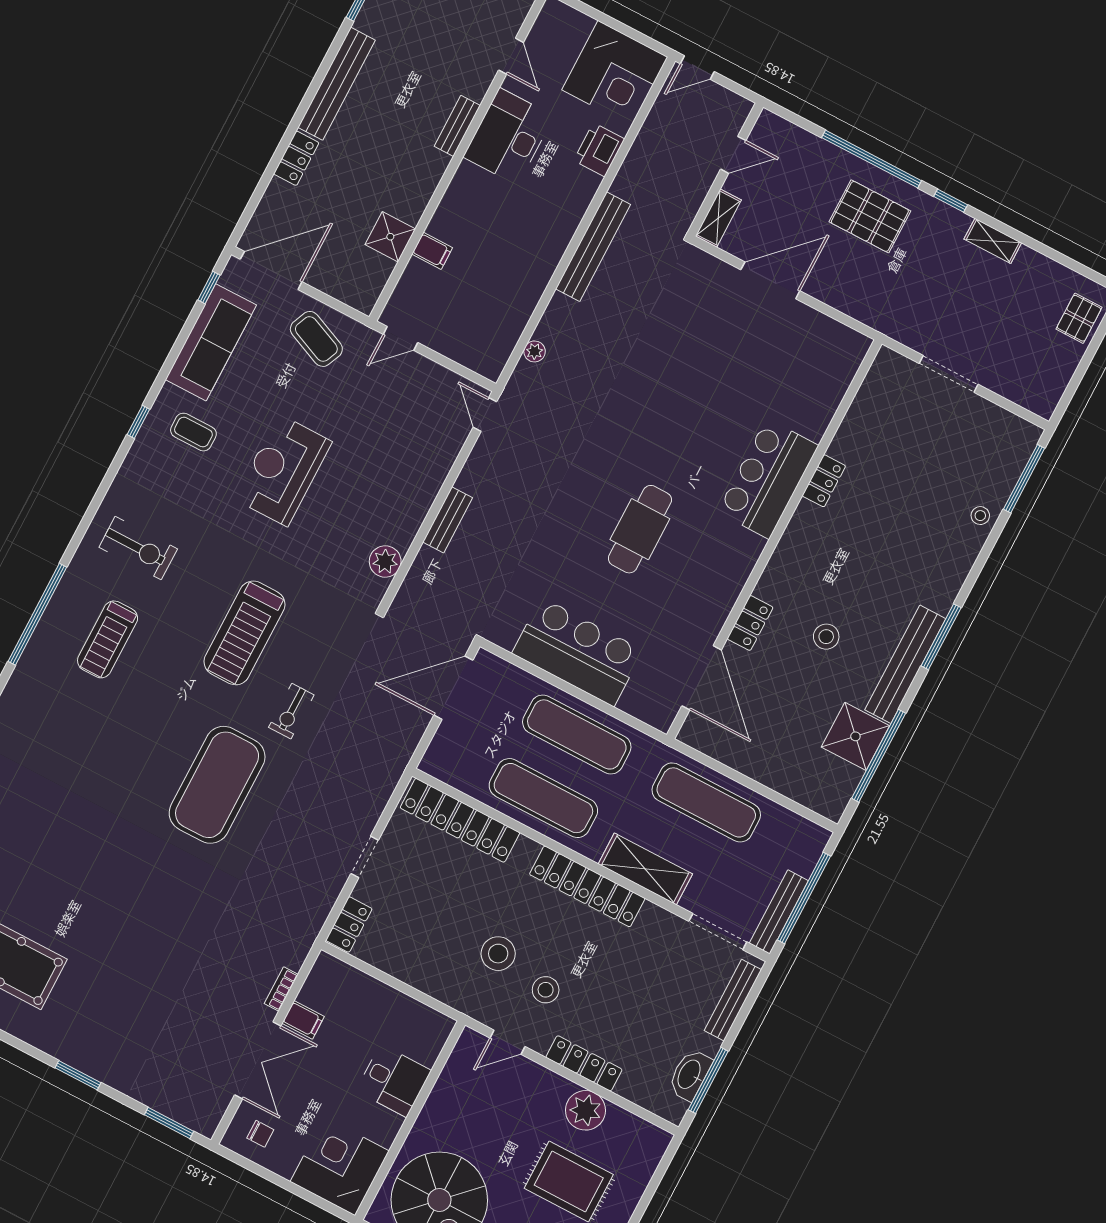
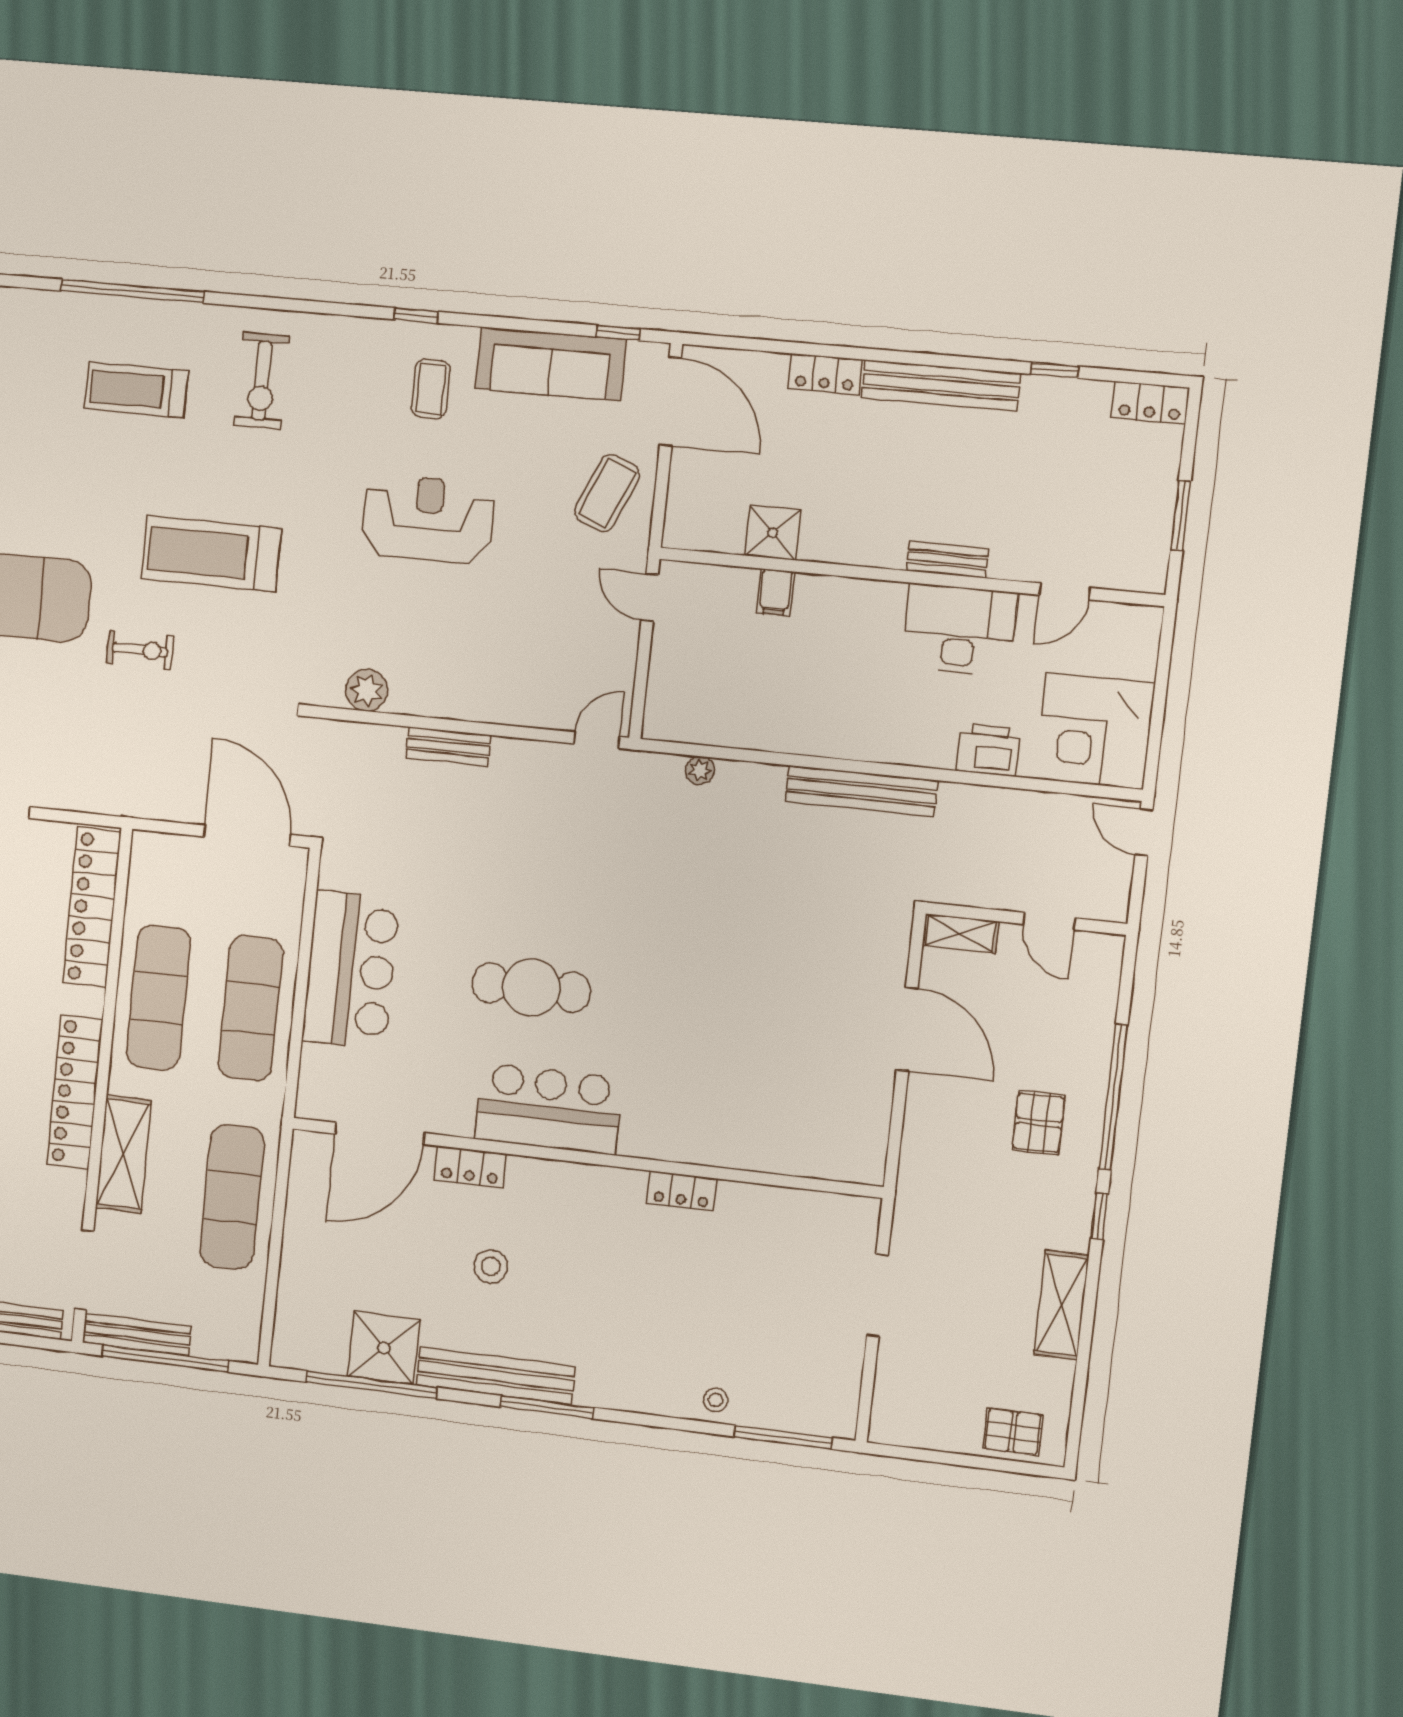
pallet: (870, 216) -> (1039, 1123), width x0.67, depth x0.71
shelving: (993, 241) -> (1061, 1305), width x1.50, depth x1.33
bar counter: (768, 479) -> (548, 1109), moved
exercise bike: (291, 711) -> (140, 650), turned 180

